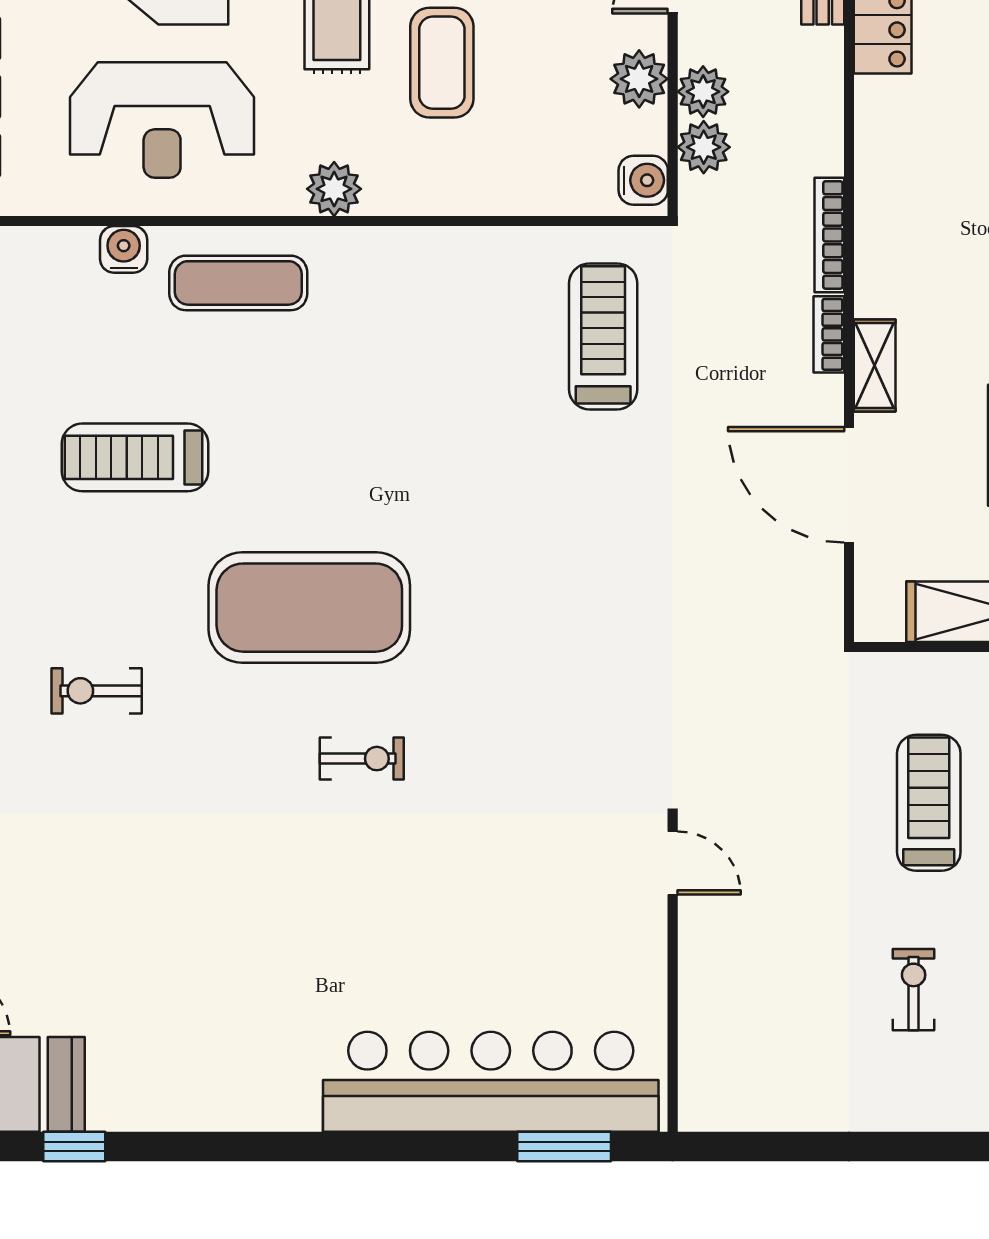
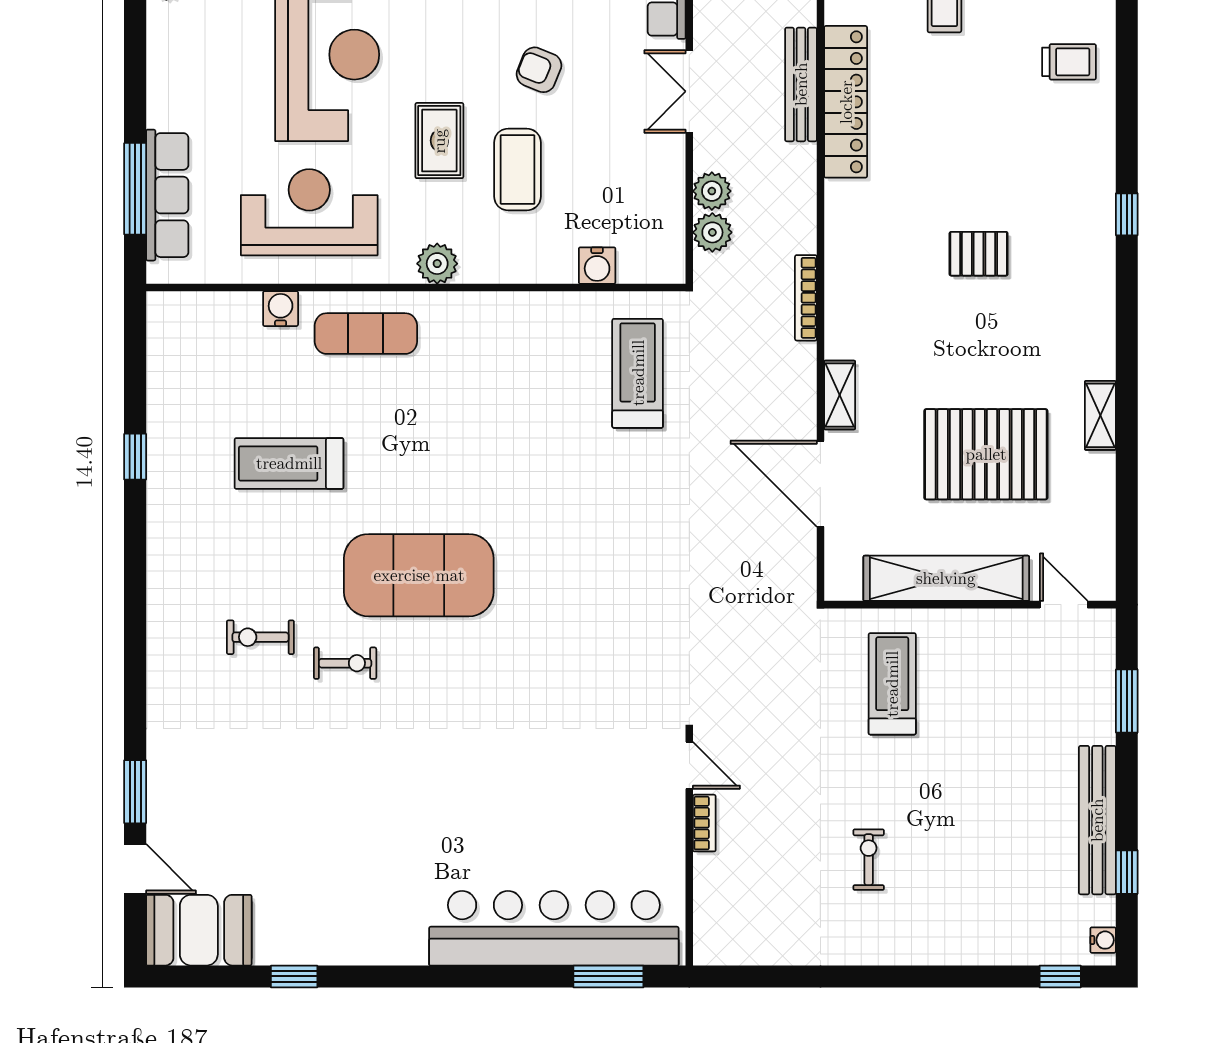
plant: (639, 79) -> (664, 182), removed
reception desk: (162, 120) -> (309, 212), turned 180
water cooler: (643, 180) -> (597, 266), moved, turned 90
bookcase: (829, 334) -> (704, 823), moved, turned 180
exercise bike: (362, 759) -> (345, 663), moved
treadmill: (929, 803) -> (892, 684), moved
window: (74, 1147) -> (294, 976), moved

